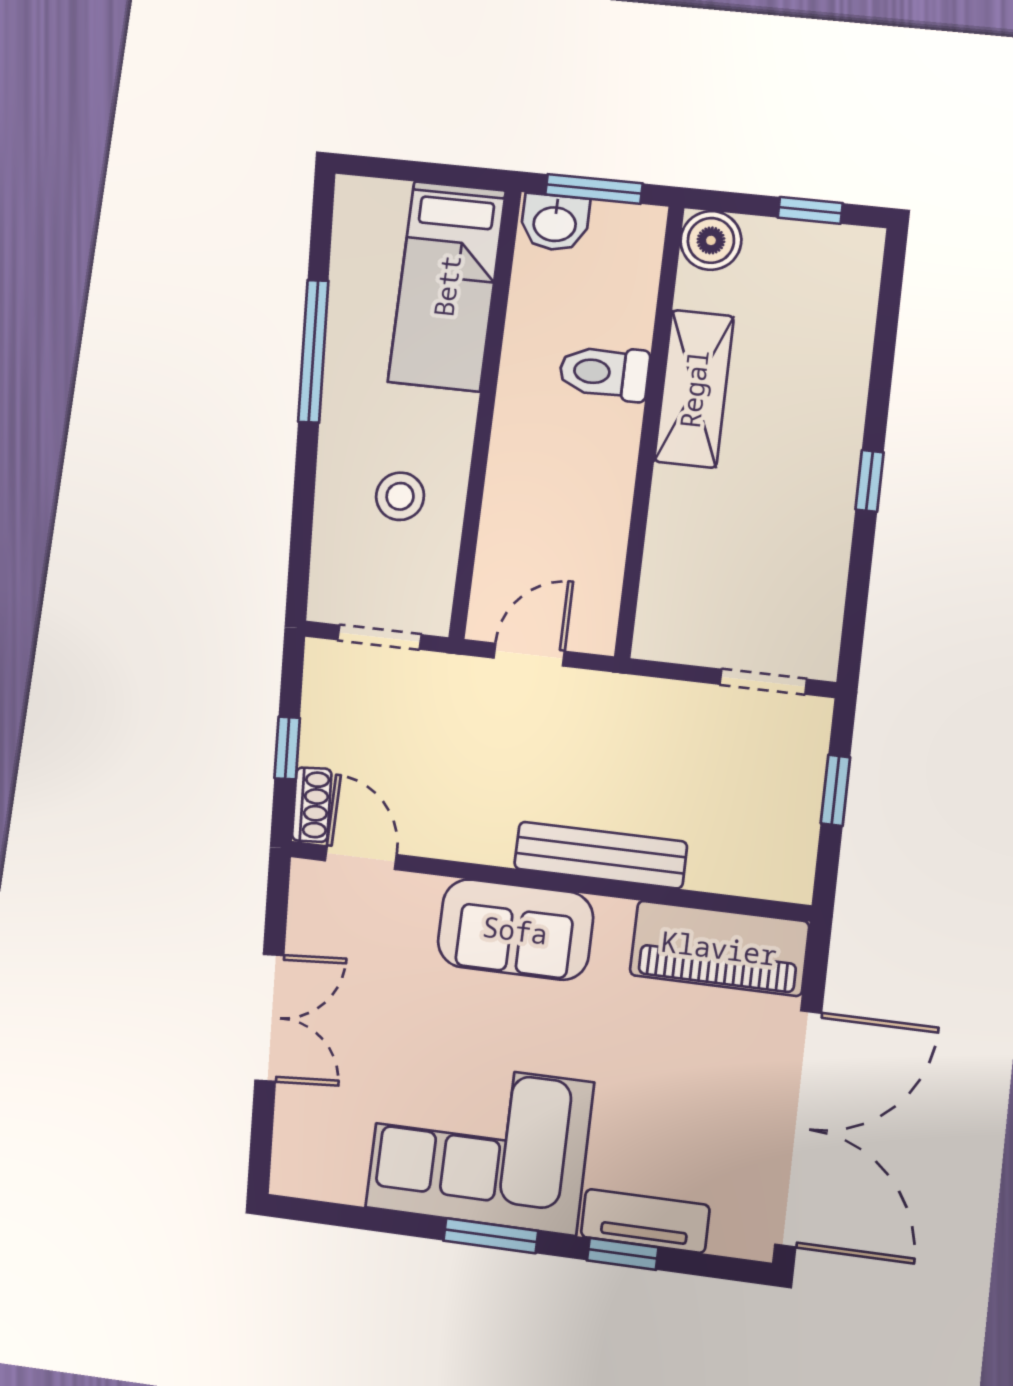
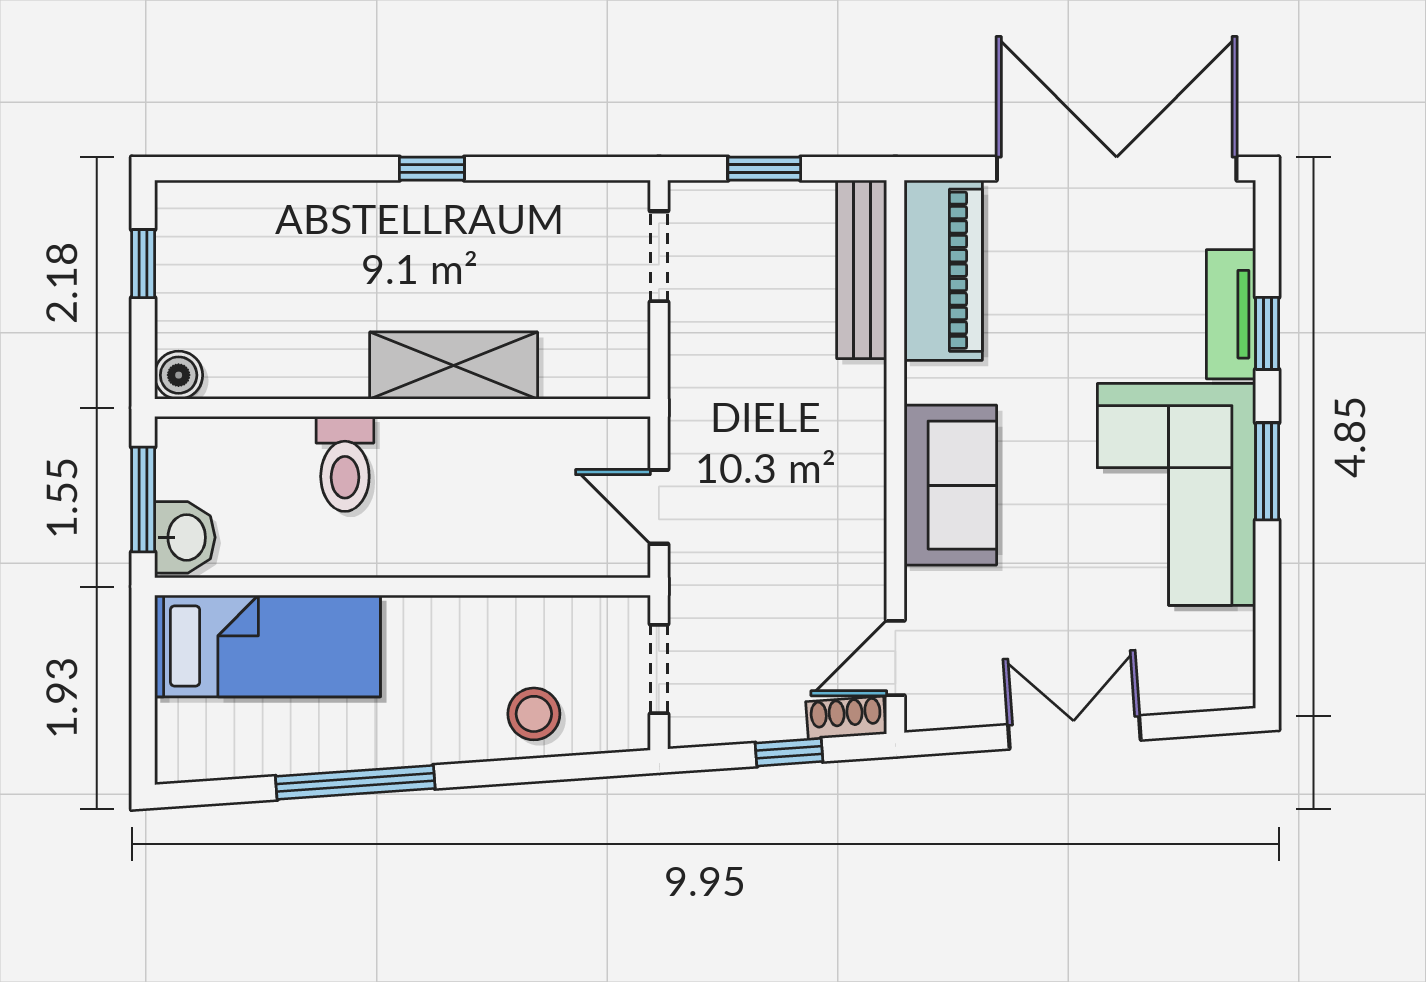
boiler: (711, 240) -> (179, 375), width x0.73, depth x0.73
shelving: (694, 389) -> (454, 366), moved
stool: (400, 496) -> (534, 714), moved
bench: (601, 855) -> (862, 269), moved

